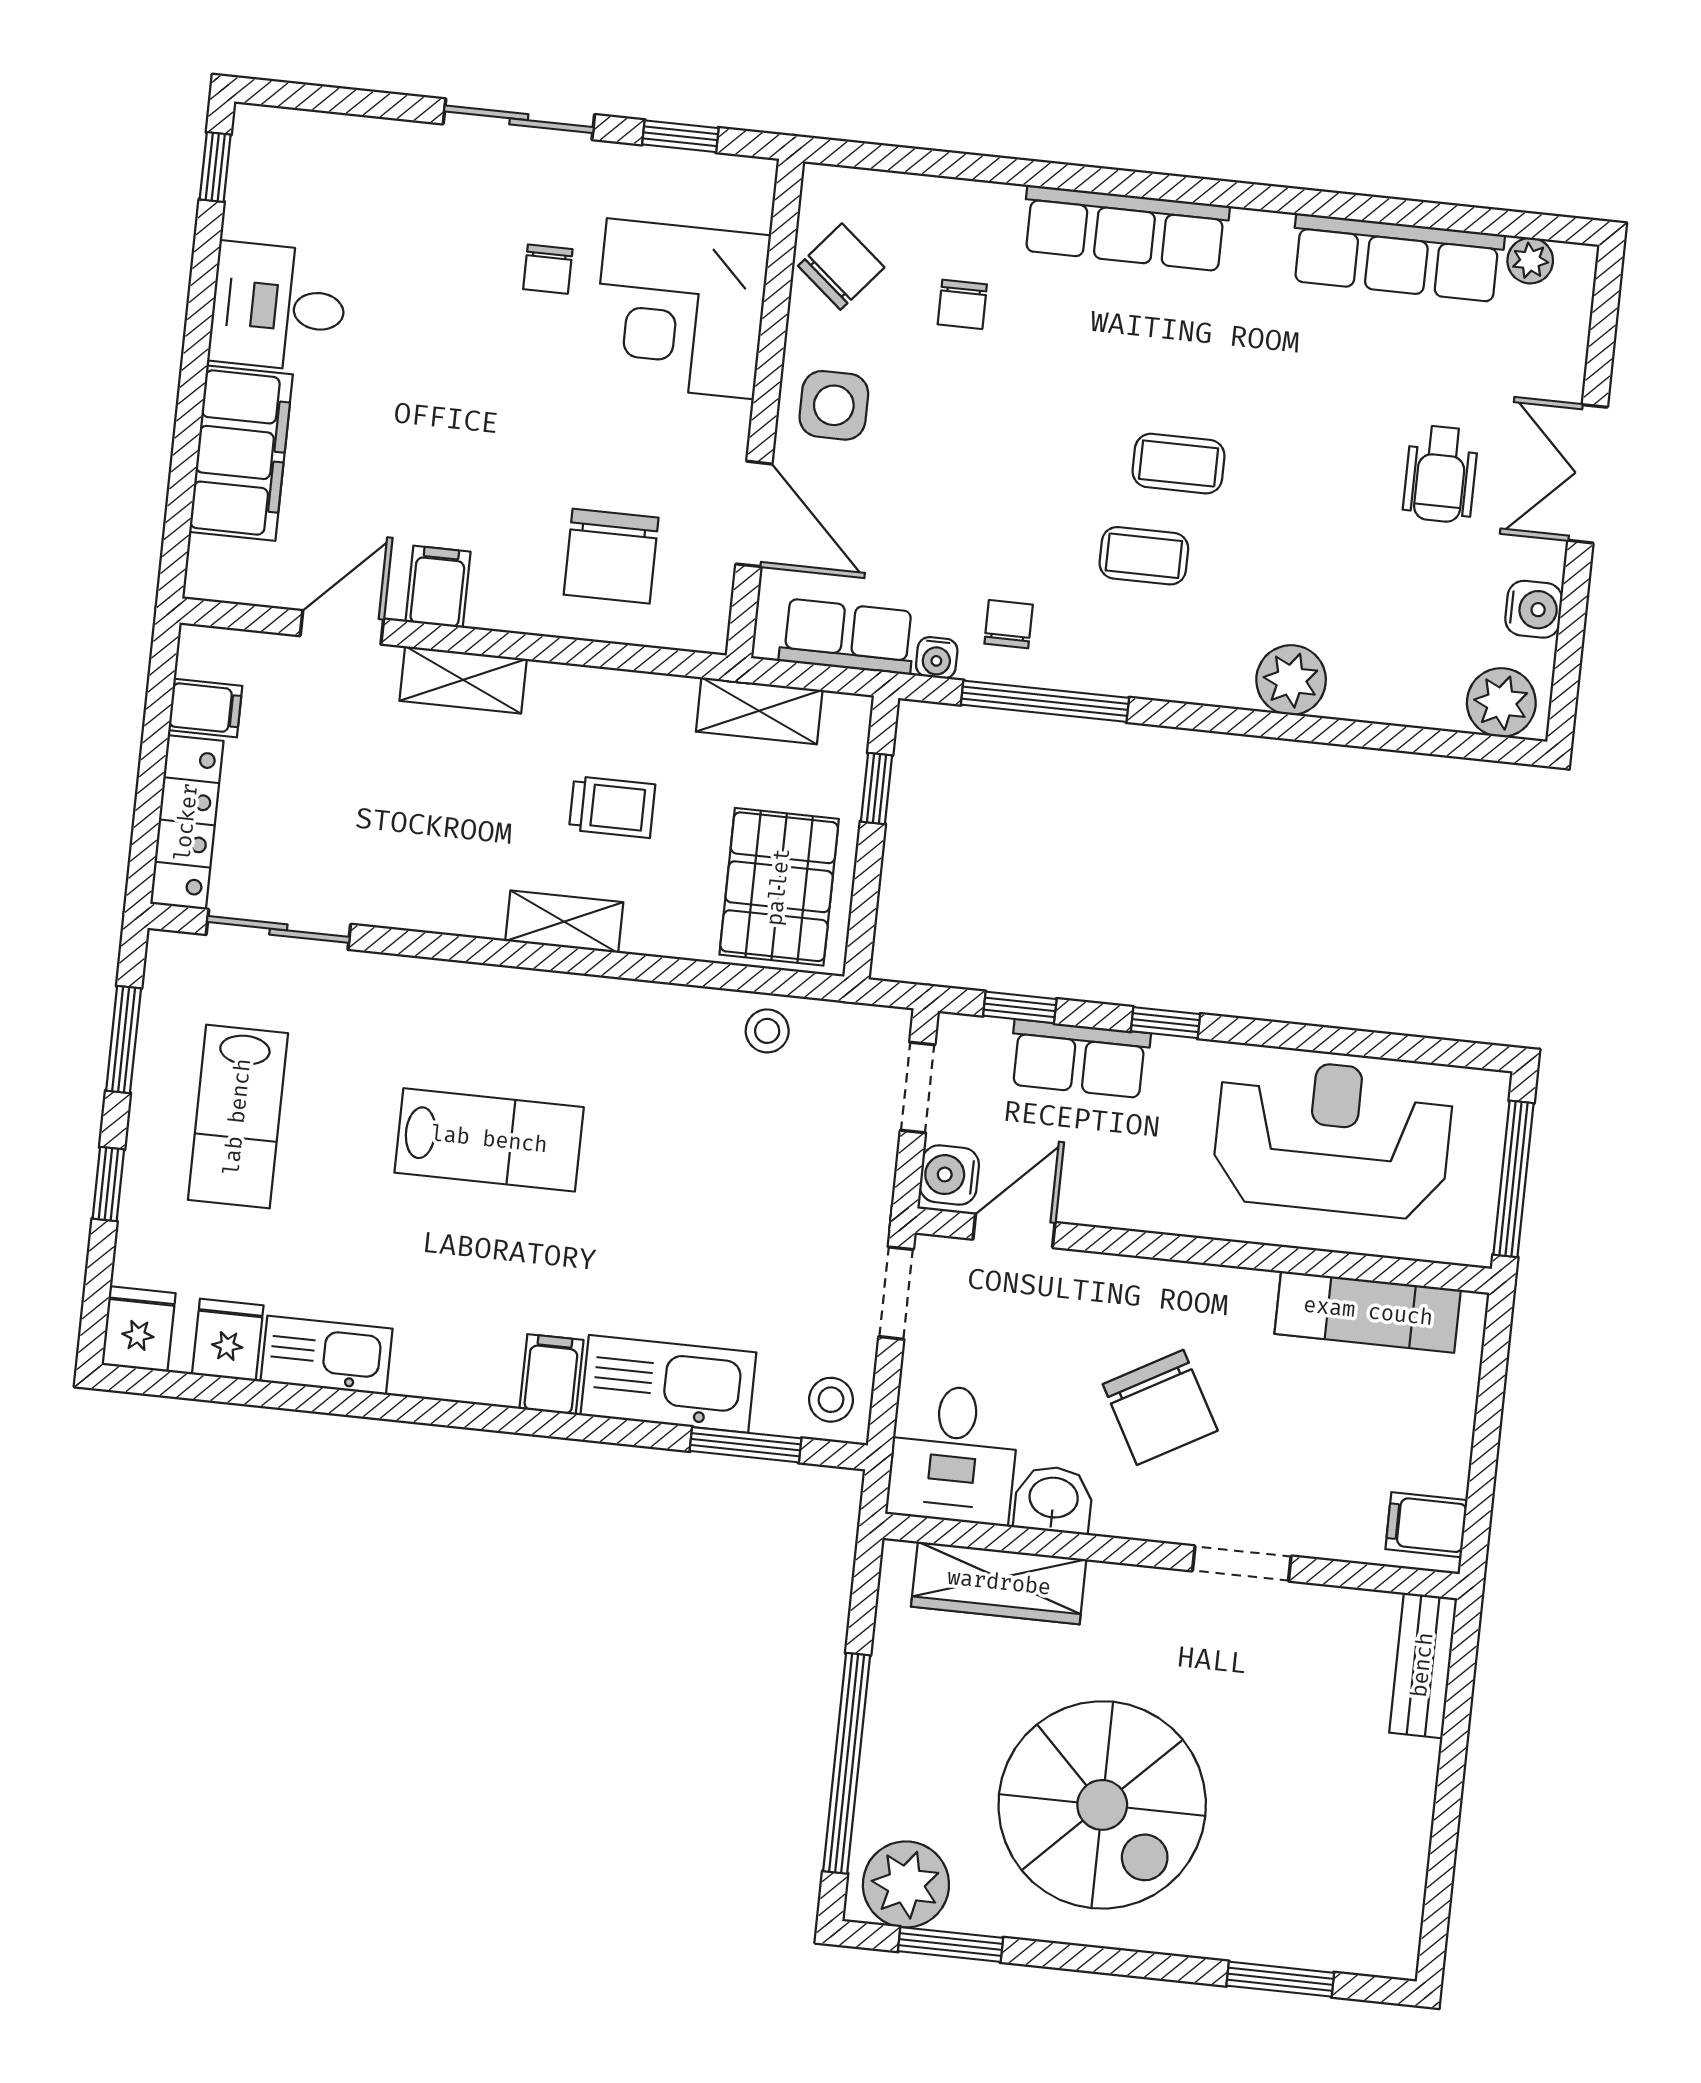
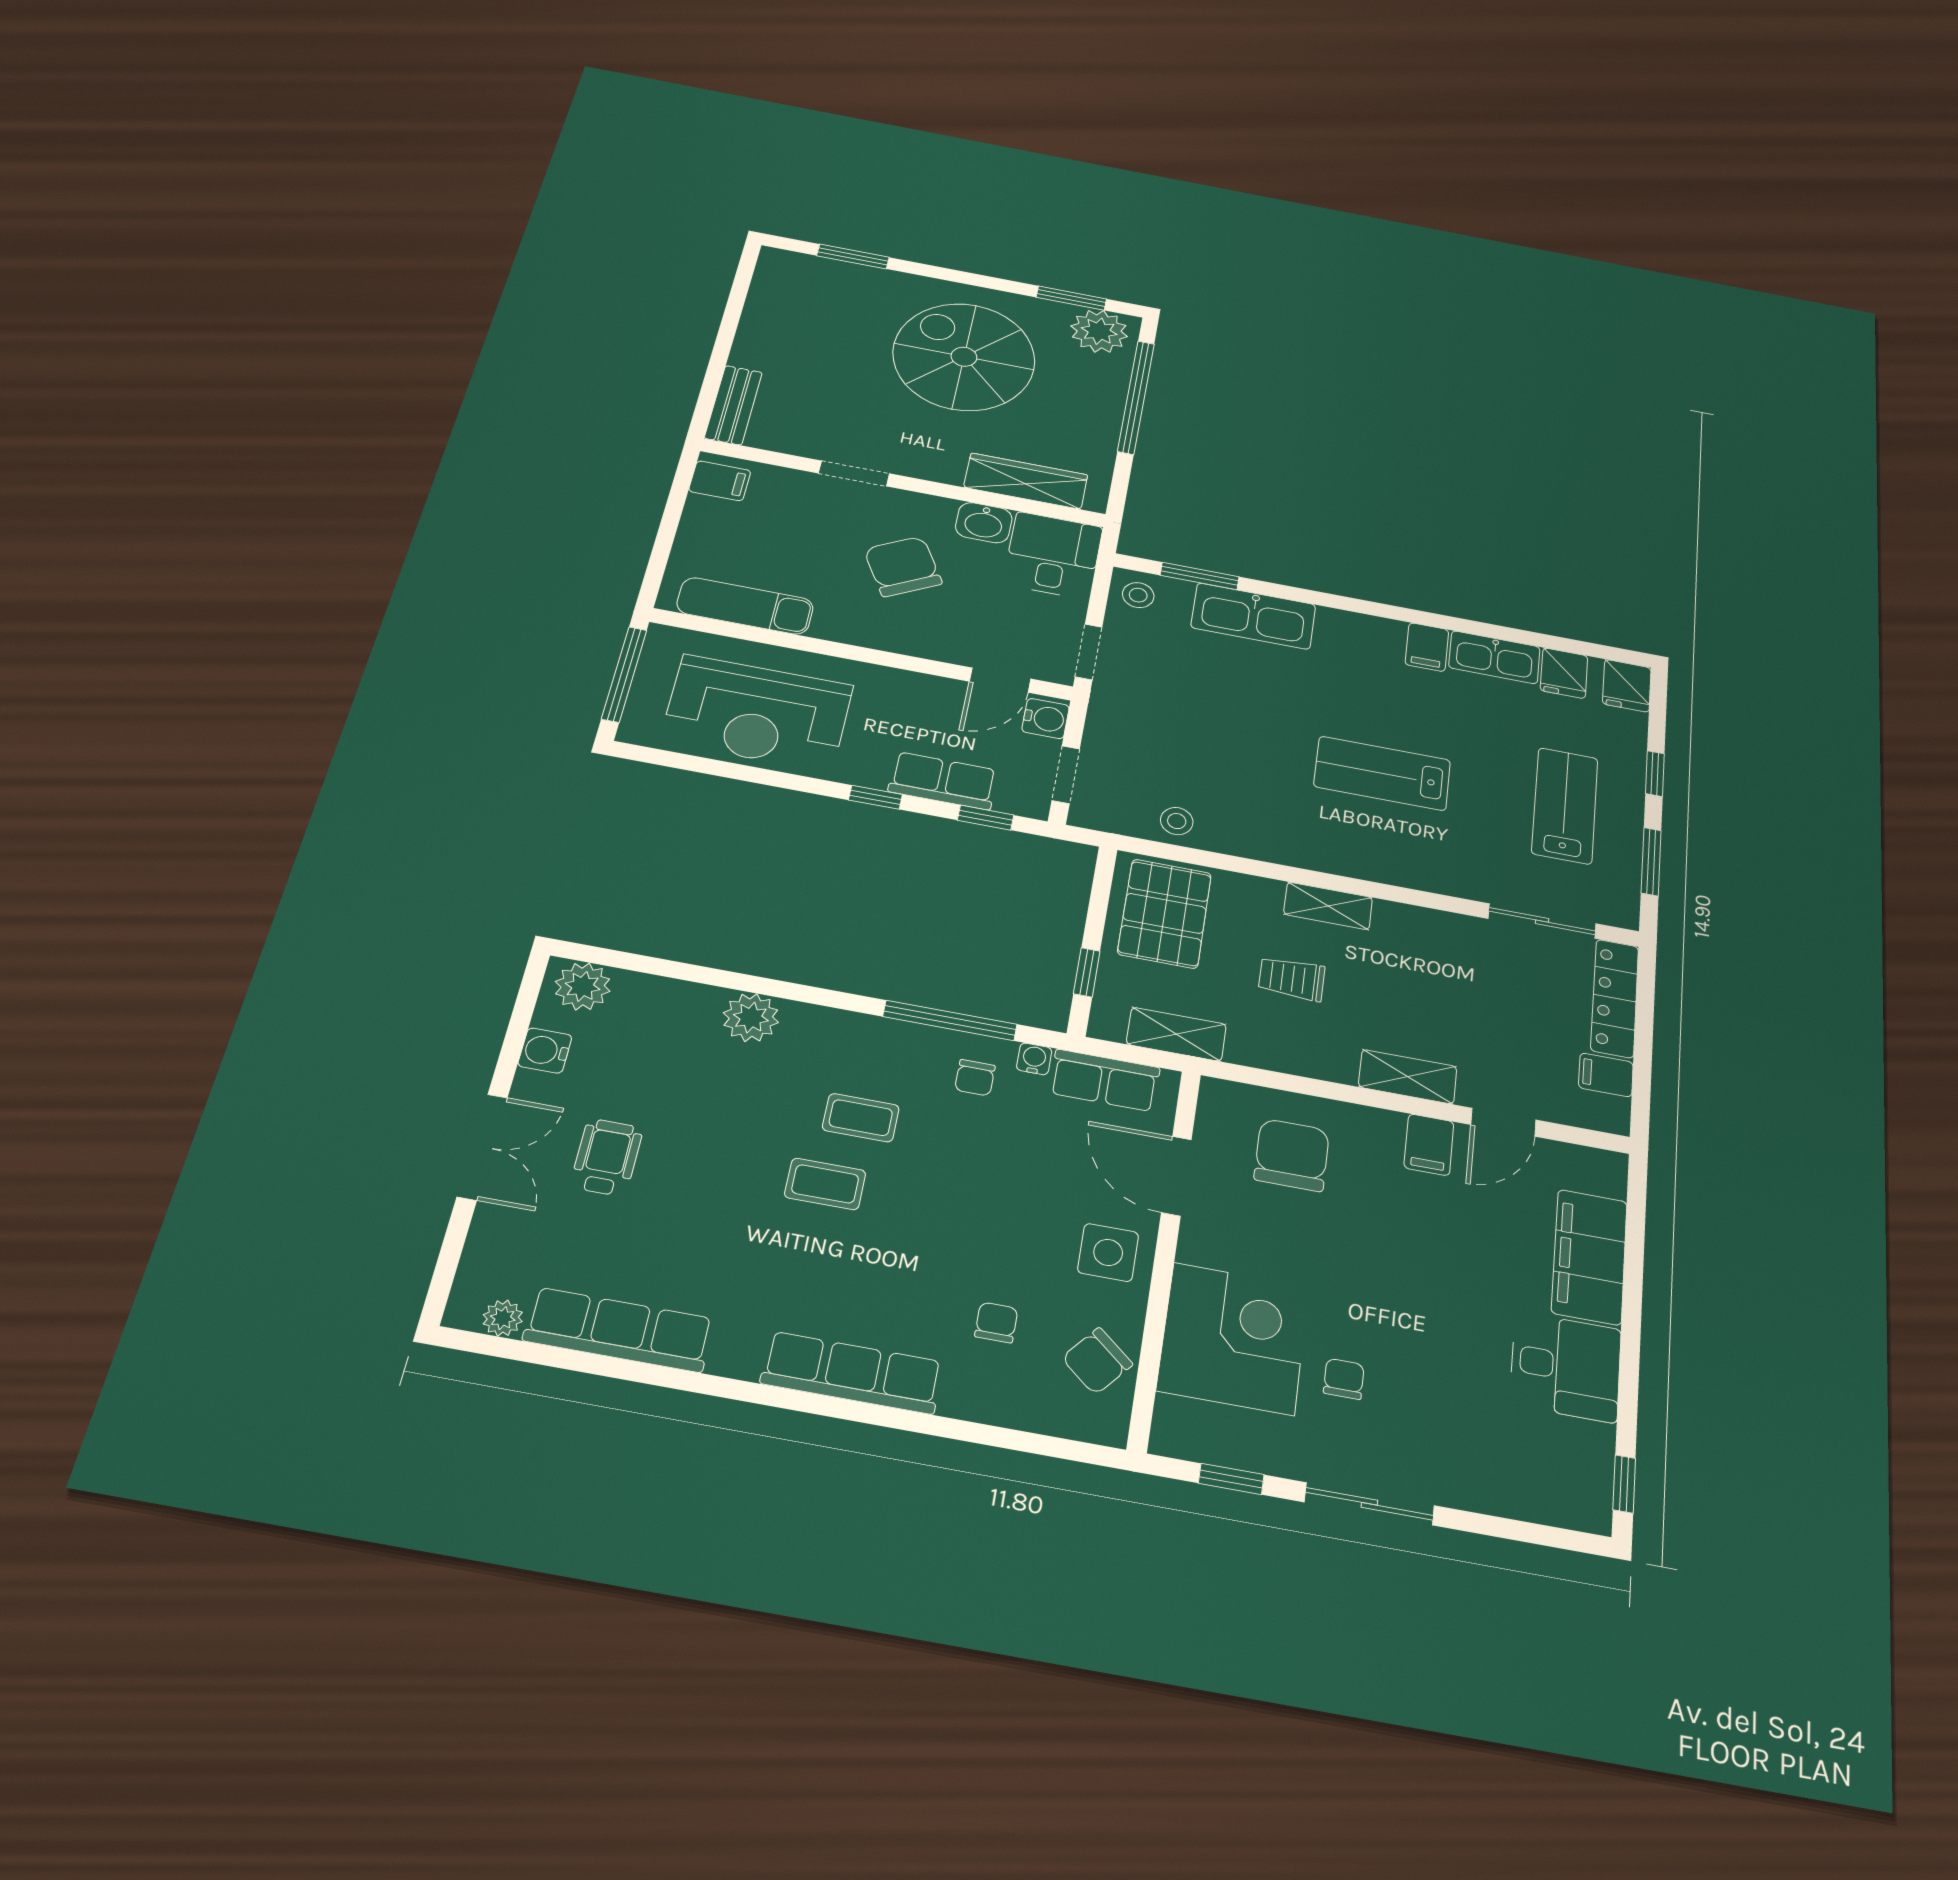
filing cabinet: (551, 1374) -> (1427, 647), moved

